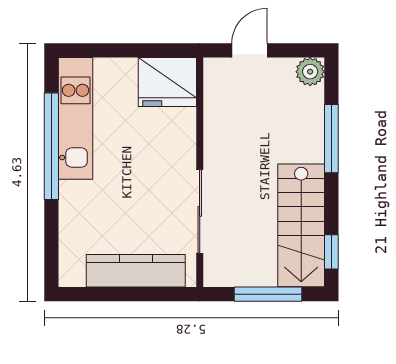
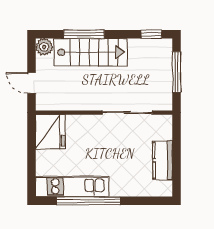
stairs: (301, 225) -> (91, 52), moved
kitchen counter: (136, 271) -> (163, 160), width x0.67

